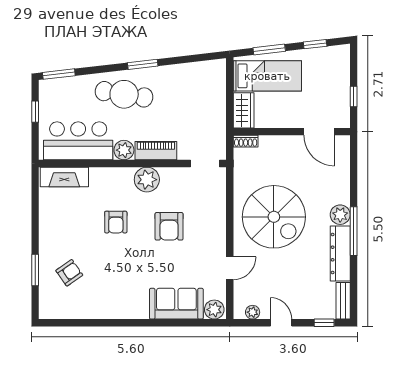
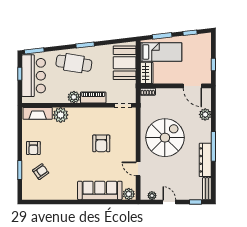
booth: (208, 93) -> (125, 63), added
bar counter: (78, 141) -> (34, 76), moved, turned 90
plant: (147, 180) -> (61, 115), moved
plant: (340, 215) -> (205, 114), moved
spiral stairs: (274, 217) -> (165, 138), turned -90
armchair: (116, 222) -> (33, 148), moved
door: (230, 268) -> (138, 169), swing flipped
sofa: (176, 304) -> (100, 190), width x1.36

